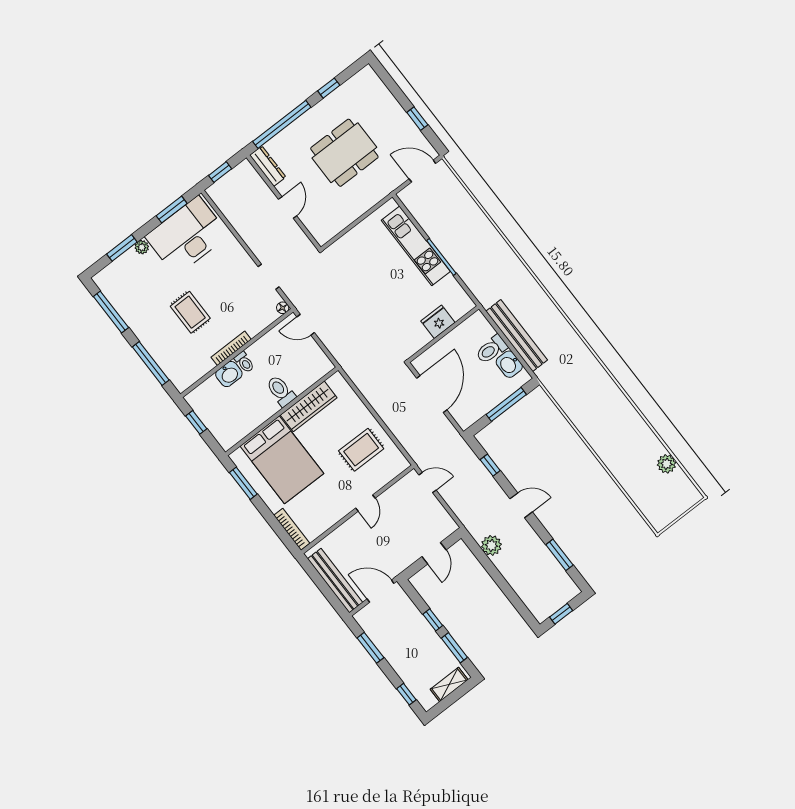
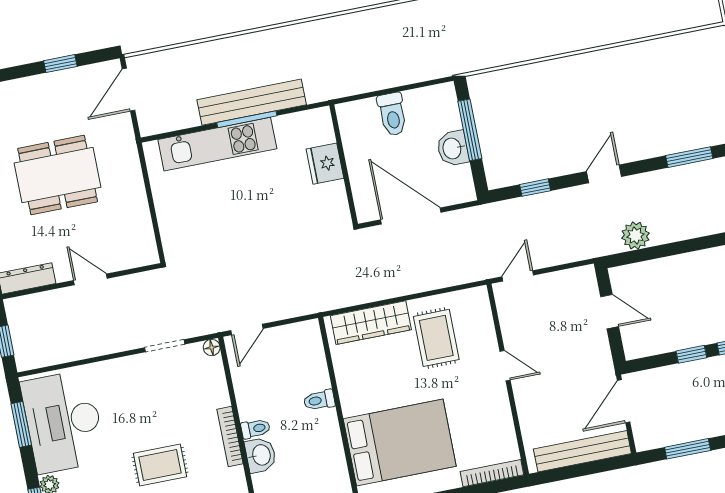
dining table: (344, 153) -> (58, 175), turned 90
bench: (517, 336) -> (252, 102), moved
washbasin: (509, 364) -> (453, 148), moved, turned 90
toilet: (281, 391) -> (319, 400), width x0.73, depth x0.72
wardrobe: (309, 406) -> (371, 323), moved, turned 90

